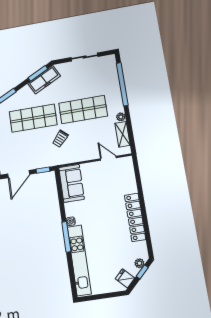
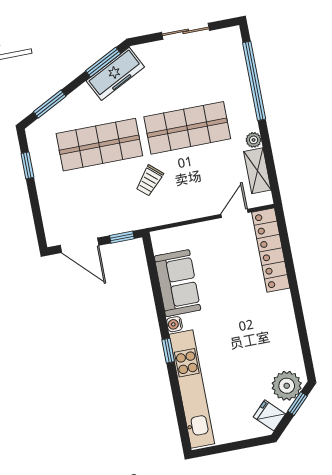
door: (108, 158) -> (234, 213), hinge flipped
door: (19, 174) -> (79, 245), hinge flipped
sofa: (72, 183) -> (177, 283), moved
locker: (135, 217) -> (271, 250), moved
window: (66, 237) -> (168, 351), width x0.46
plant: (139, 263) -> (287, 386), width x1.87, depth x1.87

